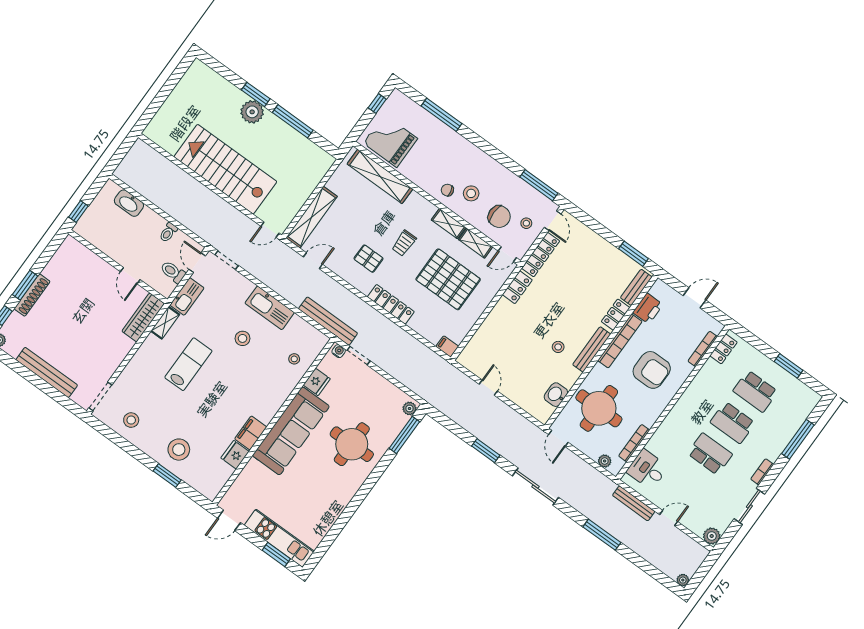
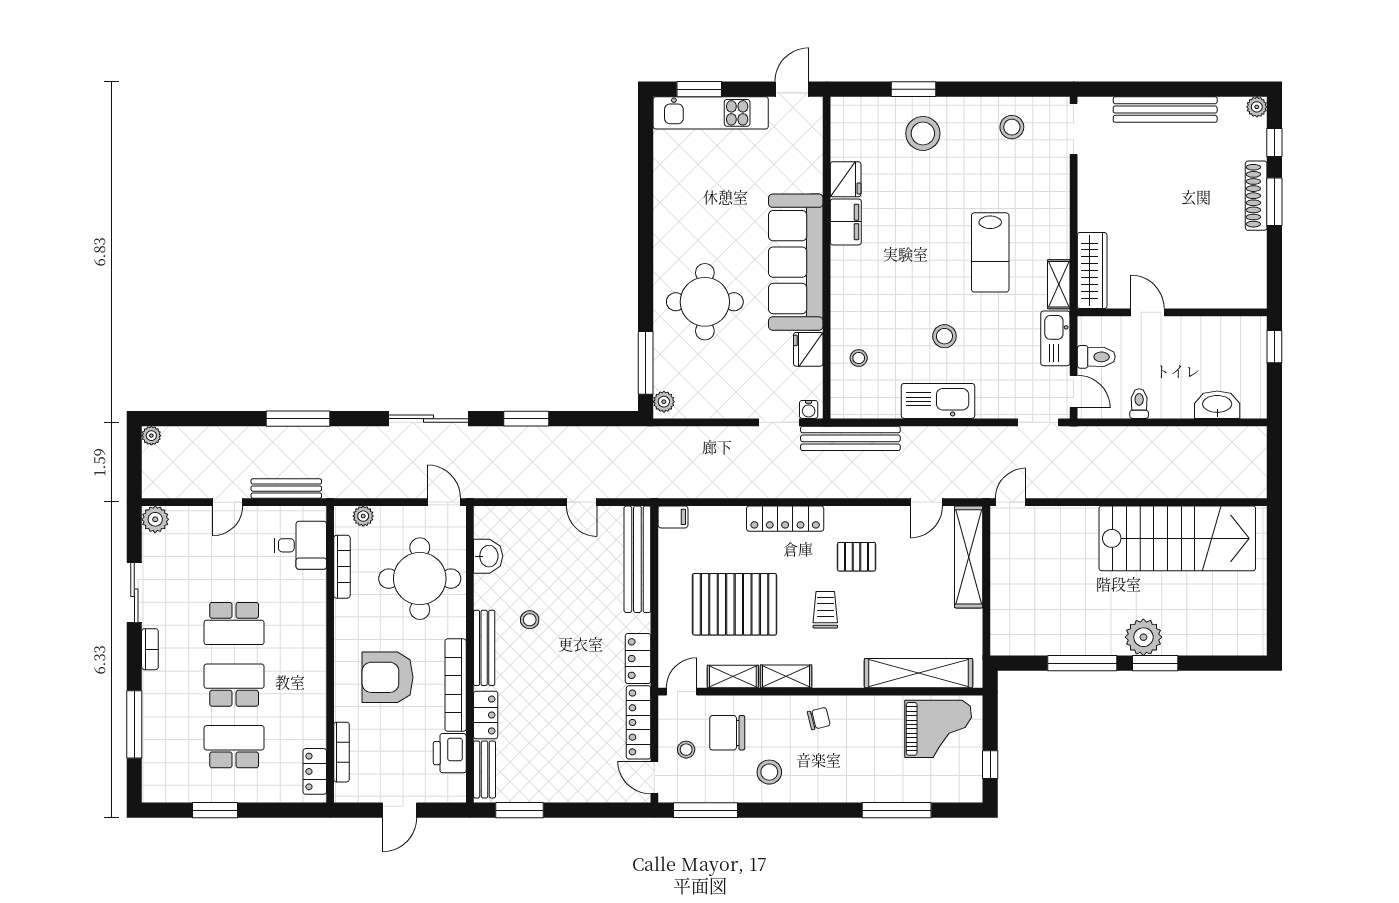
stairs: (225, 169) -> (1177, 538), moved
stool: (471, 193) -> (769, 772), moved
bench: (481, 338) -> (637, 559), added

